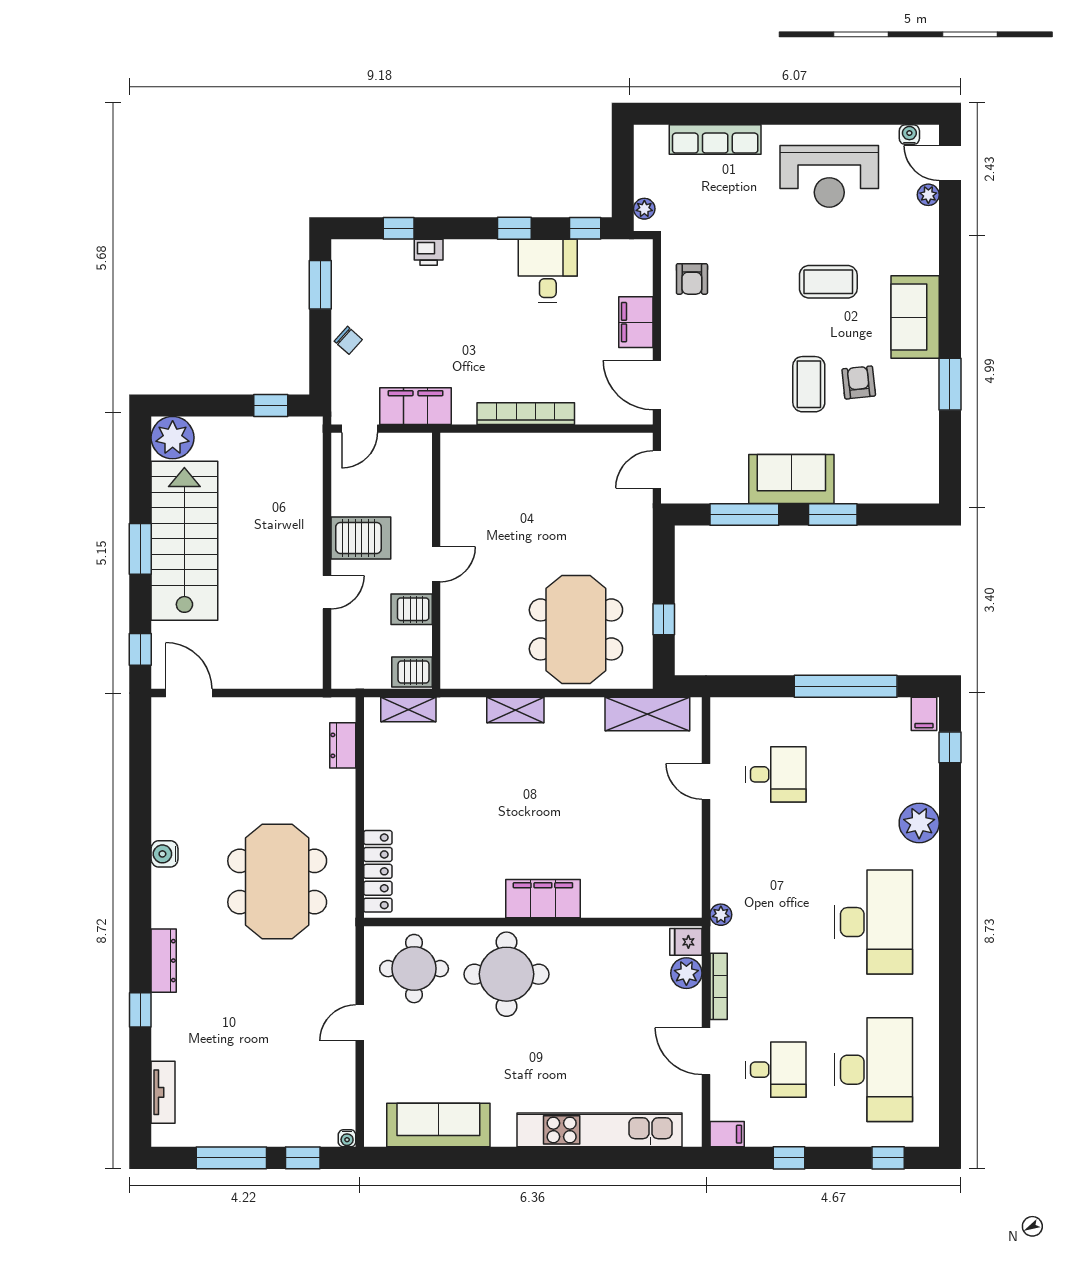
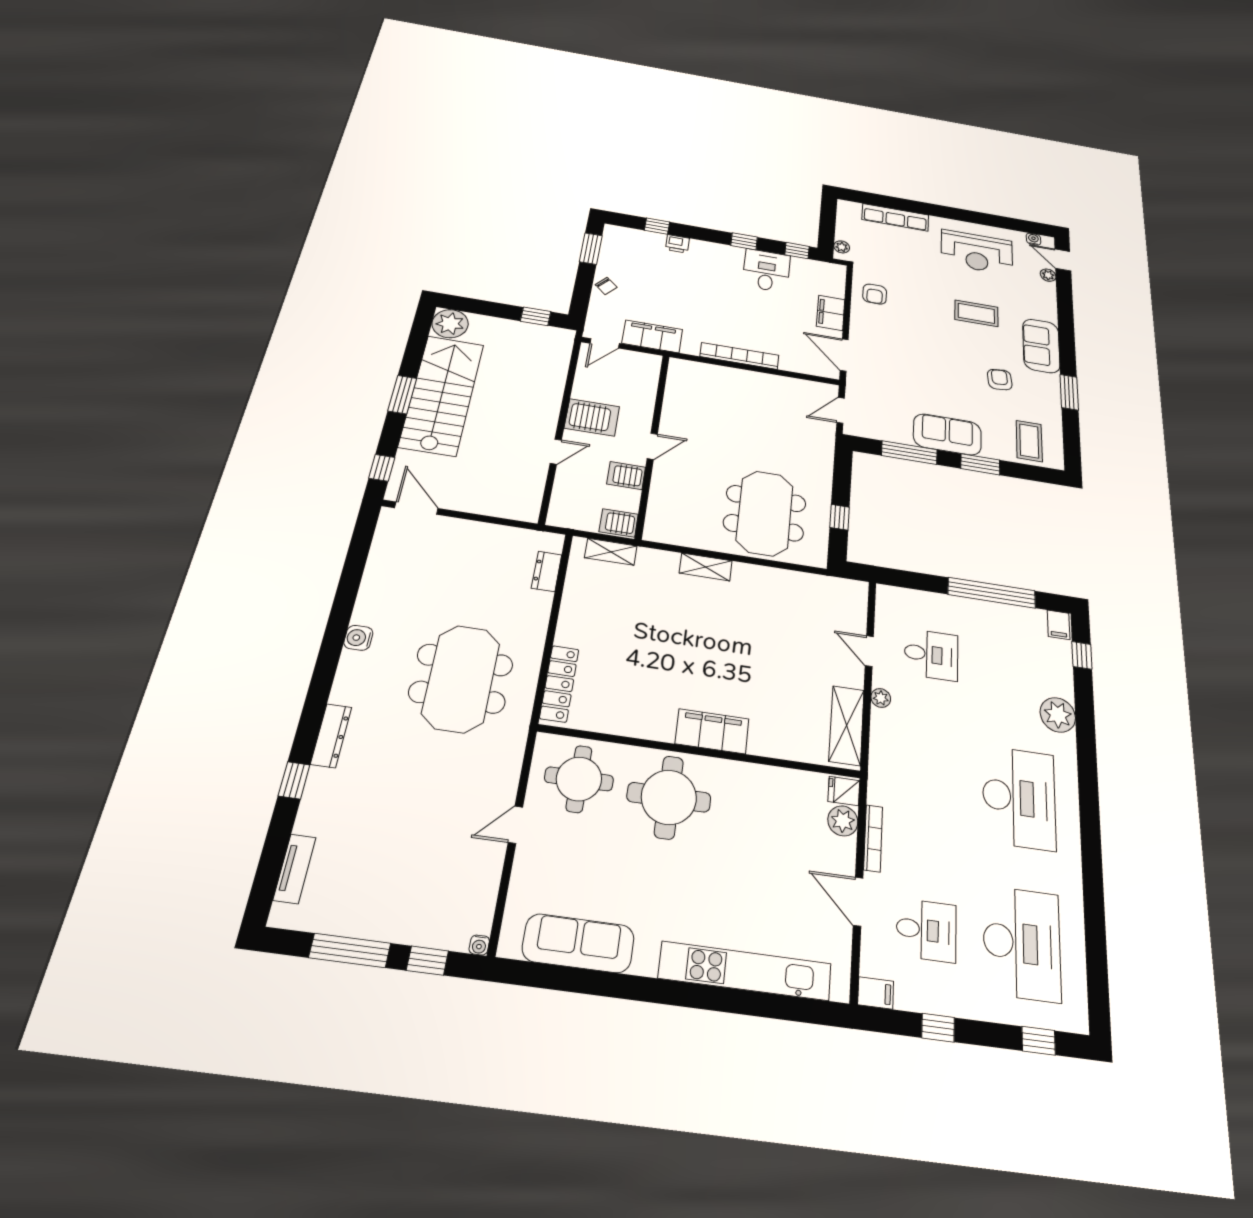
coffee table: (809, 384) -> (1029, 441), moved
shelving: (647, 714) -> (847, 725), moved, turned 90
plant: (721, 915) -> (881, 698), moved

